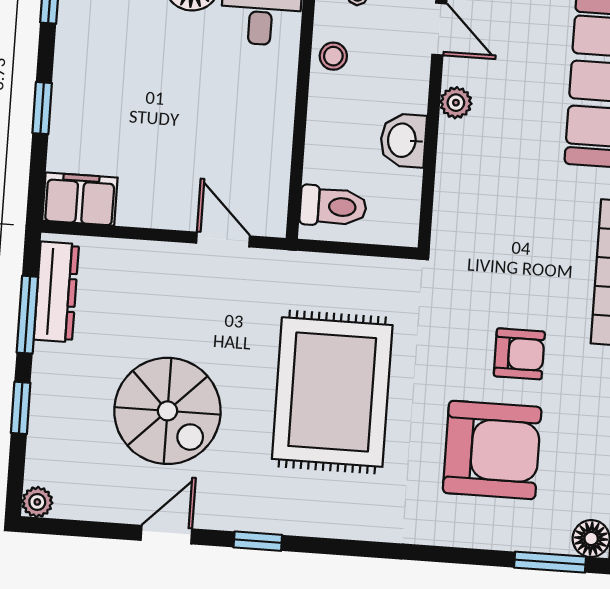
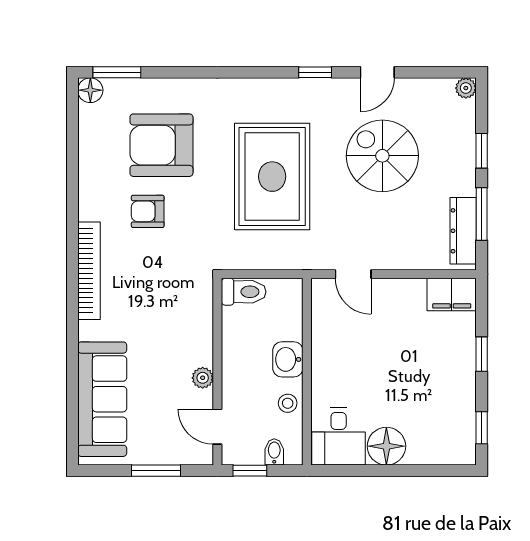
washbasin: (403, 140) -> (288, 359), moved, turned 180
toilet: (333, 206) -> (244, 292), moved, turned 180

